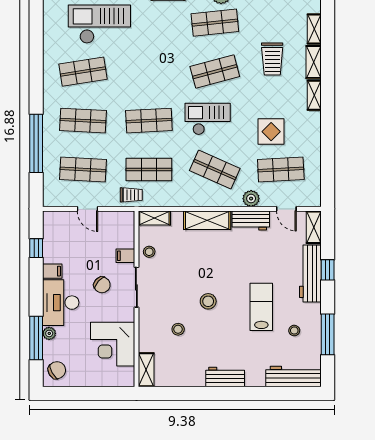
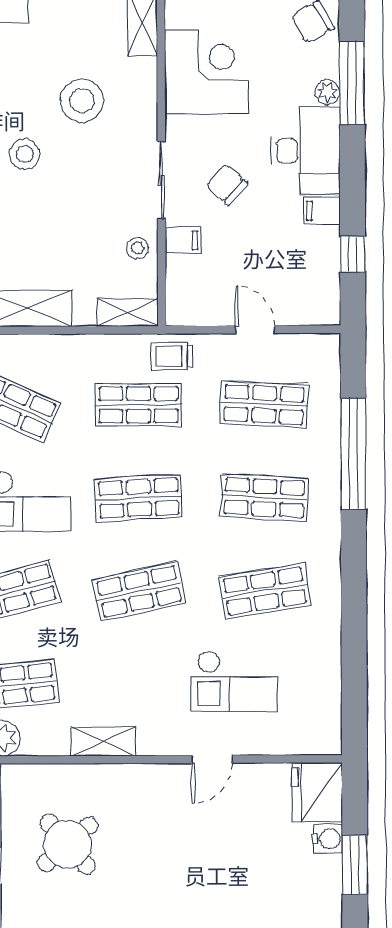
checkout: (99, 24) -> (234, 681), width x0.73, depth x0.83
shop shelf: (149, 72) -> (139, 591), added
stool: (178, 329) -> (82, 101), width x1.89, depth x1.89

